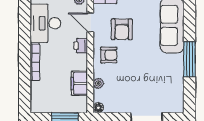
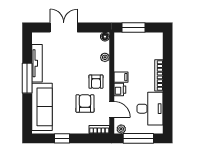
armchair: (109, 55) -> (96, 82), turned -90
tv unit: (178, 76) -> (37, 63), added
filing cabinet: (79, 83) -> (121, 77), moved, width x0.50

